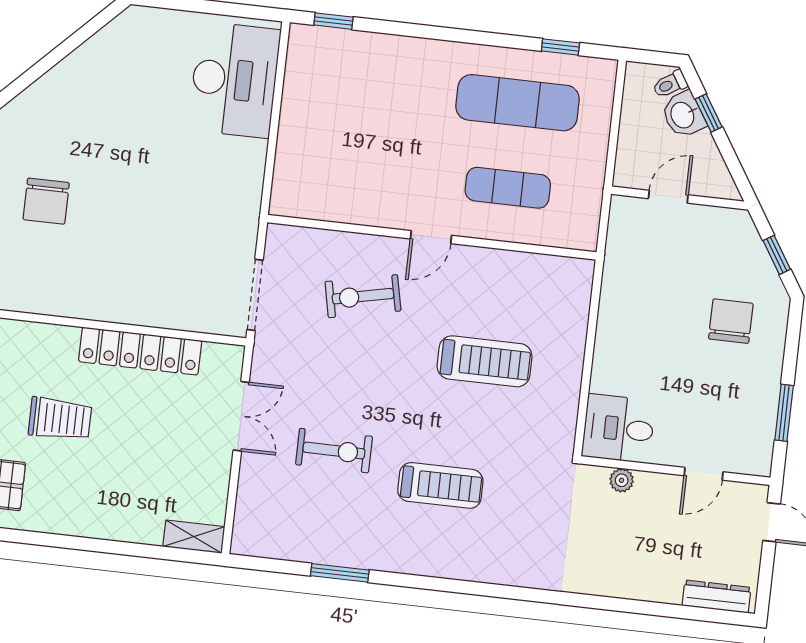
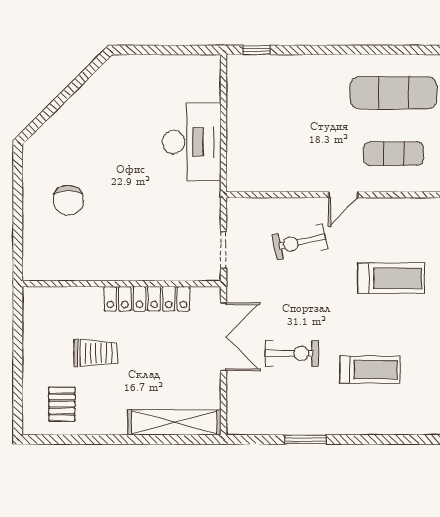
window: (560, 47) -> (419, 50), removed
desk: (234, 80) -> (192, 142), moved
doorway: (255, 295) -> (223, 250), width x0.73
double door: (241, 416) -> (223, 337), width x1.37
shelving: (194, 537) -> (174, 422), width x2.20, depth x1.33

